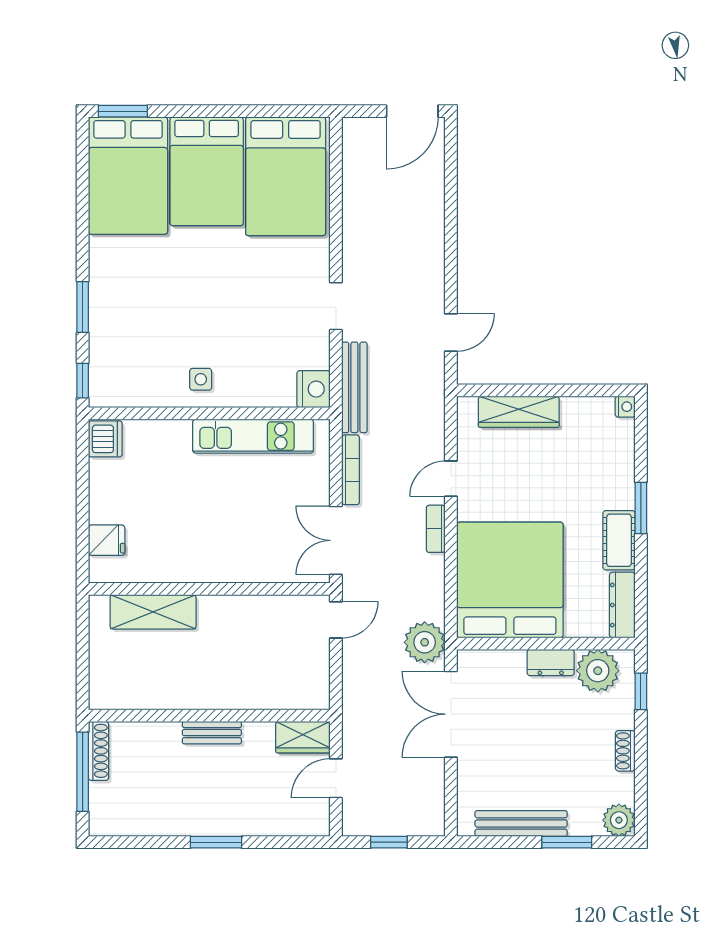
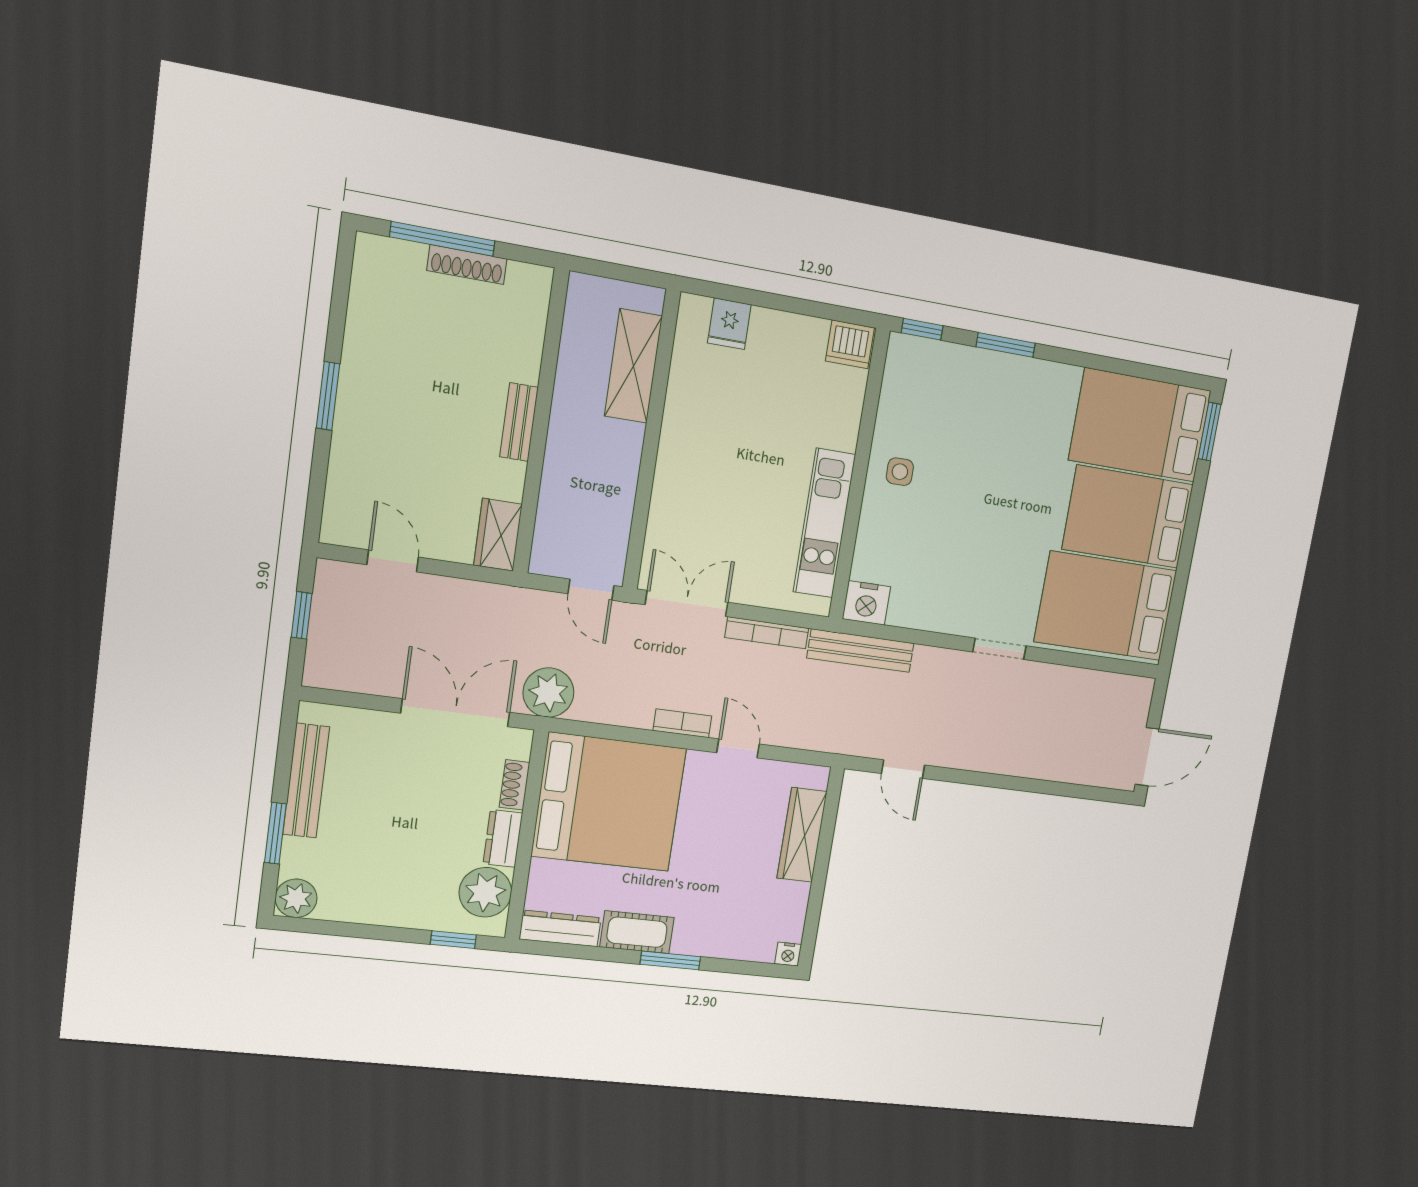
door: (412, 111) -> (1147, 757), swing flipped
doorway: (336, 306) -> (999, 649), moved
wall: (209, 716) -> (541, 422), moved
bench: (212, 733) -> (519, 422), moved
wardrobe: (303, 737) -> (498, 535), moved
shoe rack: (625, 751) -> (515, 785), moved, turned -90

